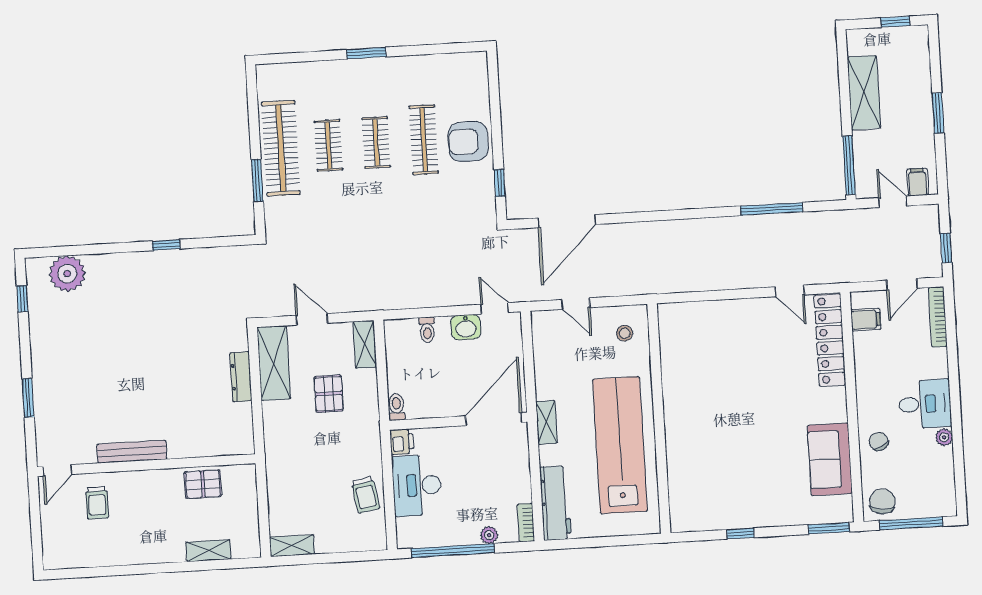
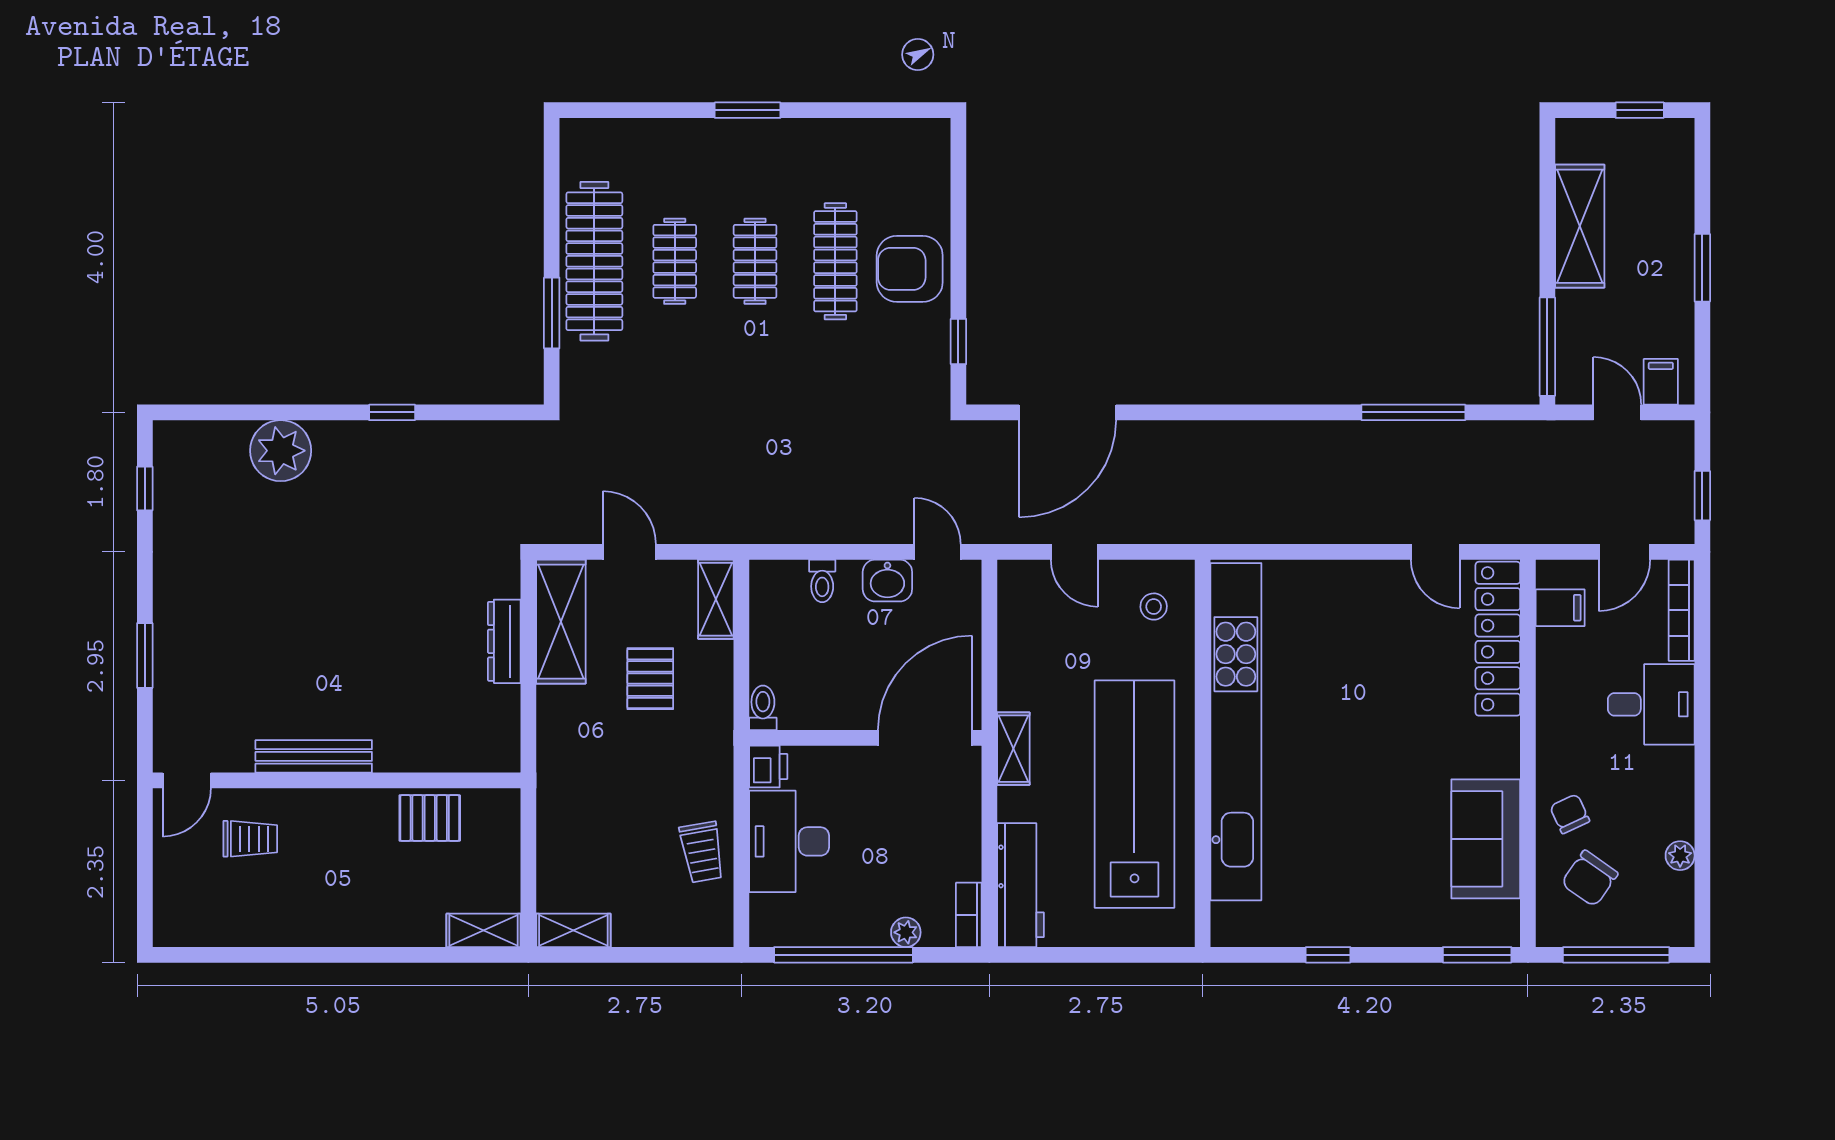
plant: (67, 274) -> (281, 451), moved
desk: (925, 404) -> (1651, 704), moved
kitchen unit: (678, 405) -> (1236, 732), added
plant: (944, 437) -> (1680, 856), moved
chair: (882, 501) -> (1590, 878), moved, turned -153
trolley: (97, 503) -> (250, 839), turned -90
shelving: (208, 551) -> (484, 930), moved

